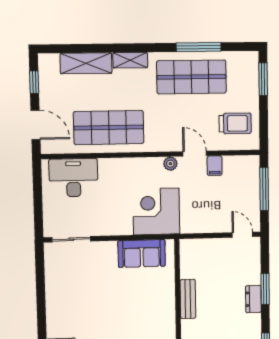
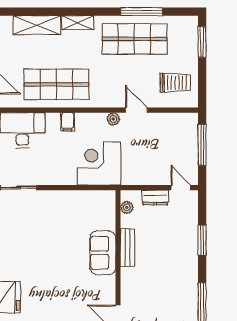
filing cabinet: (215, 166) -> (68, 122), moved
sofa: (142, 253) -> (103, 253), moved, turned 90
plant: (186, 257) -> (127, 207), added
dresser: (253, 299) -> (155, 197), moved, turned -90

